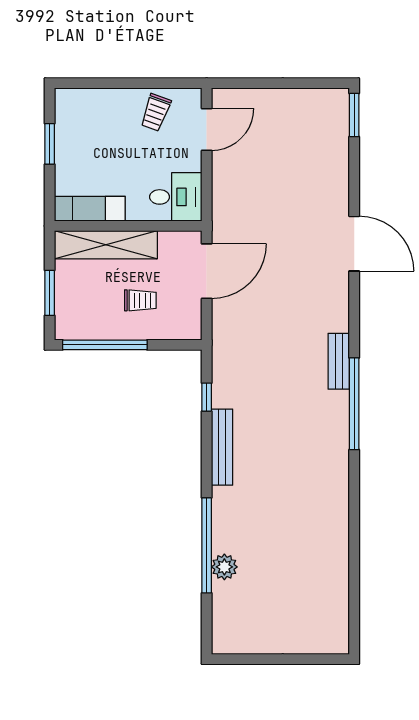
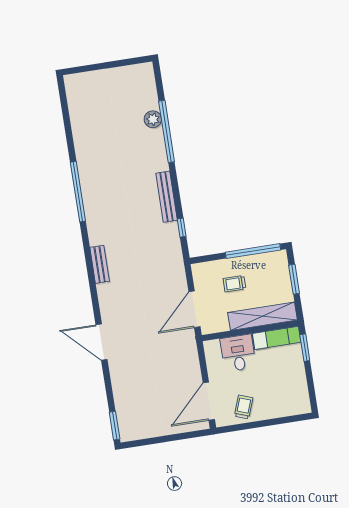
door: (207, 129) -> (209, 401), width x1.36
window: (50, 144) -> (305, 348), moved
desk: (176, 197) -> (238, 353), moved, turned 90
window: (354, 404) -> (78, 192), moved

